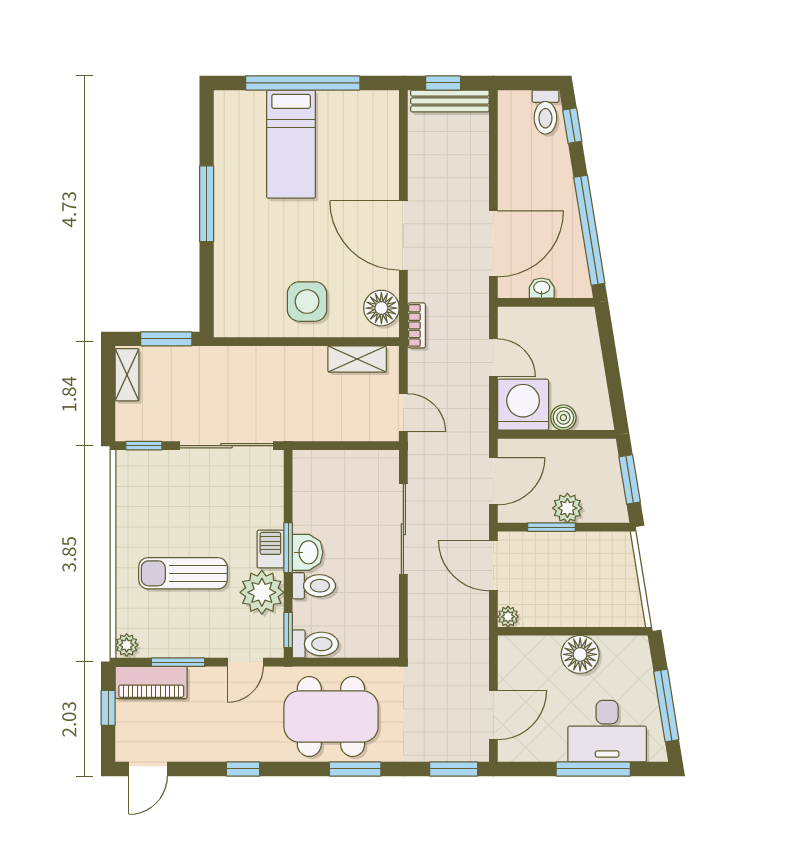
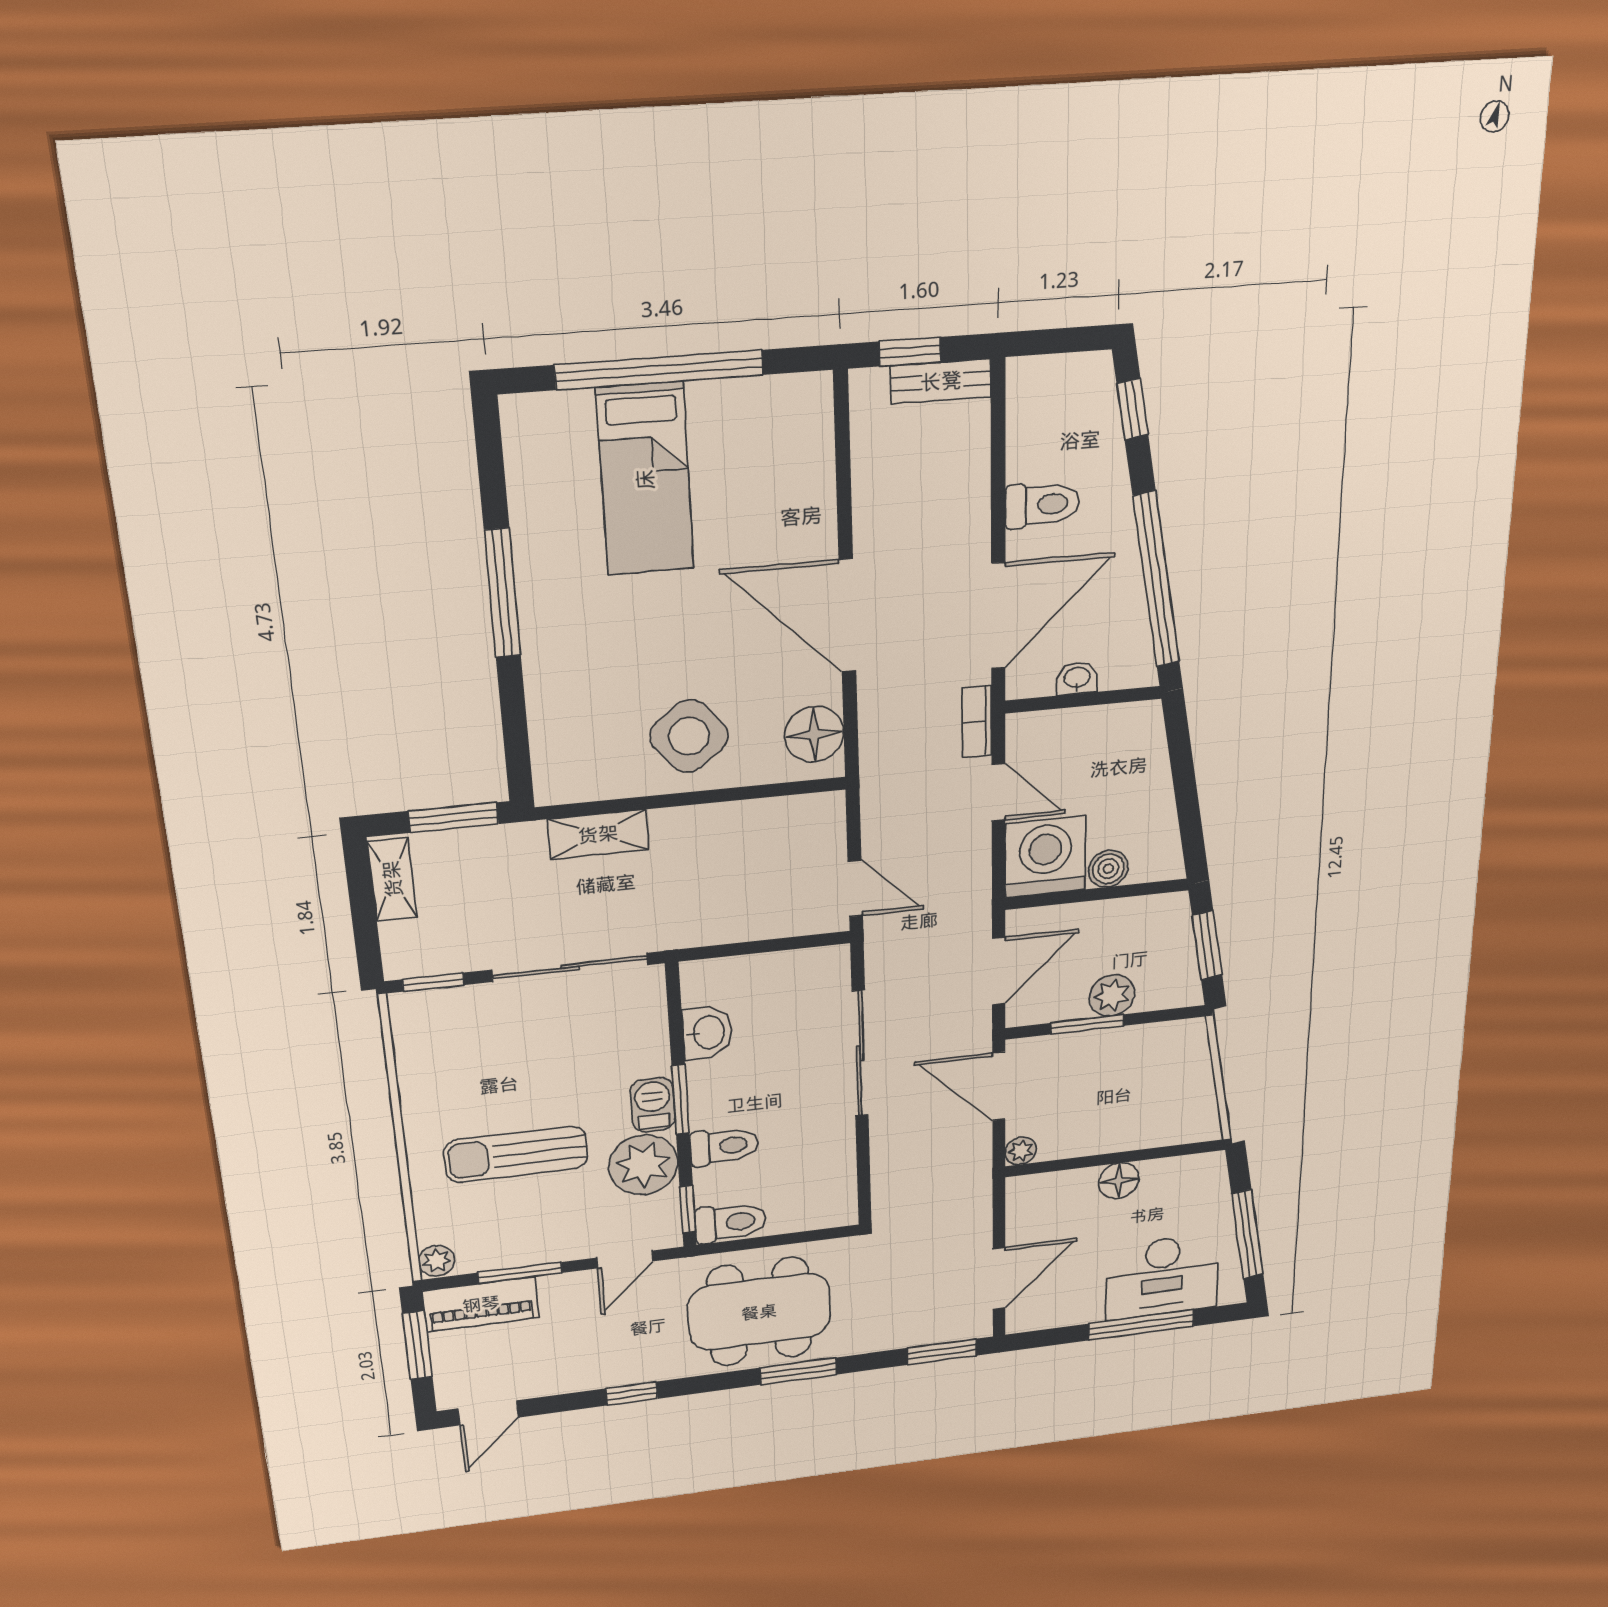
bench: (450, 101) -> (941, 381), width x0.73
toilet: (545, 112) -> (1042, 505), moved, turned -90
side table: (307, 302) -> (689, 736), turned -38
bookcase: (417, 325) -> (977, 722), moved, turned 180
shelving: (357, 359) -> (598, 834), moved
washbasin: (308, 552) -> (707, 1032), moved
floor lamp: (580, 654) -> (1119, 1181), width x0.73, depth x0.73
window: (108, 708) -> (417, 1345), width x1.50

